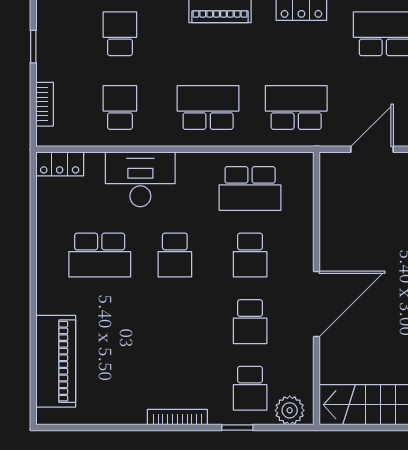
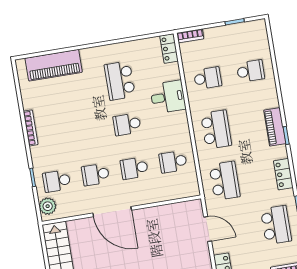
bookcase: (45, 104) -> (190, 36), moved
desk: (140, 179) -> (168, 97), width x0.73
school desk: (250, 188) -> (173, 162), width x0.54
bookcase: (177, 417) -> (31, 128), moved

